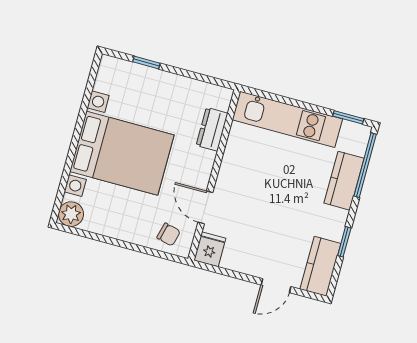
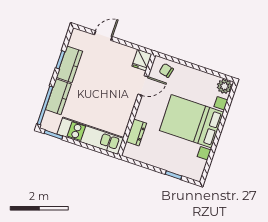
door: (205, 207) -> (143, 86), hinge flipped
kitchen counter: (320, 266) -> (69, 64), moved

